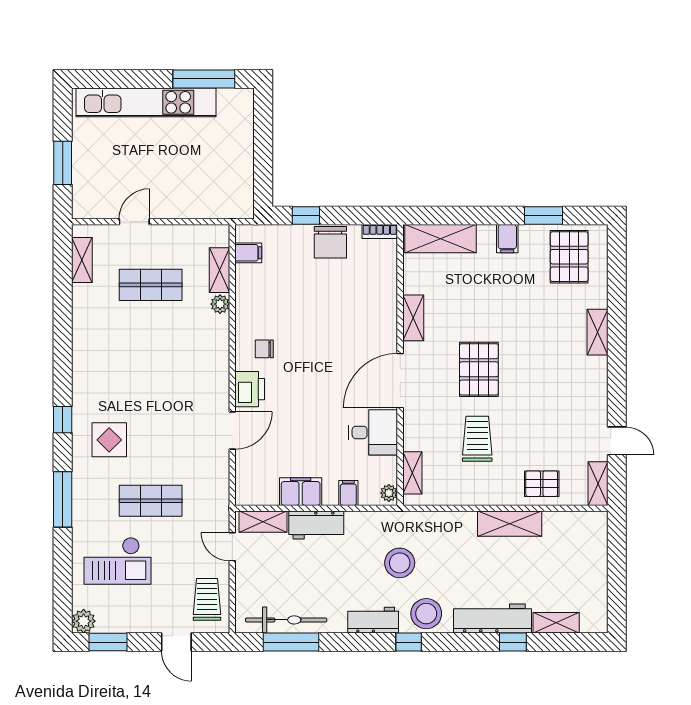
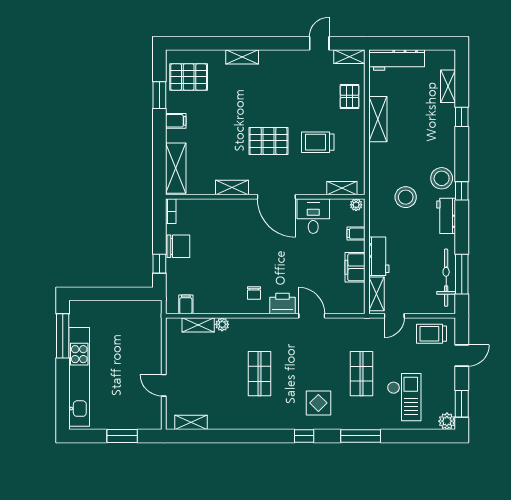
shop shelf: (151, 285) -> (260, 374), moved
workbench: (492, 618) -> (397, 60), moved, turned -90

